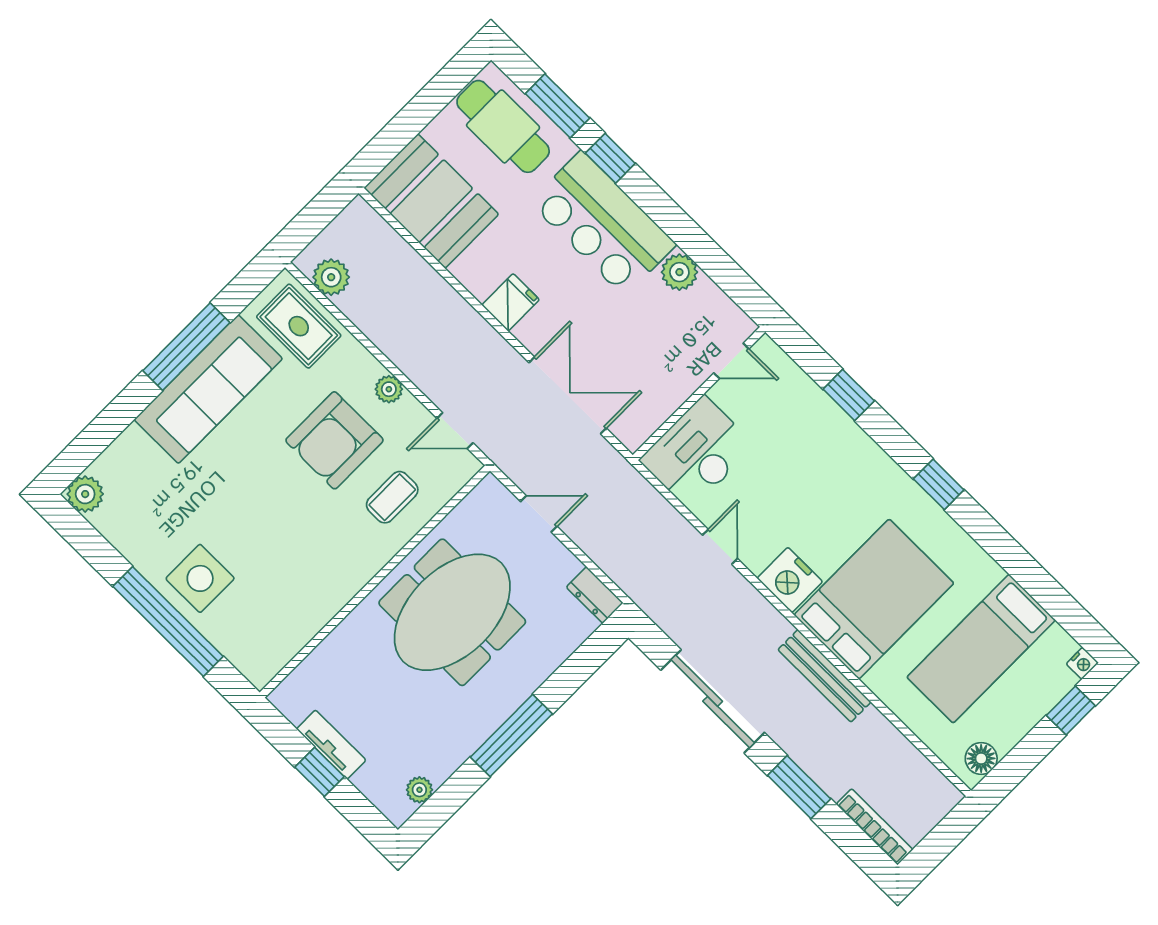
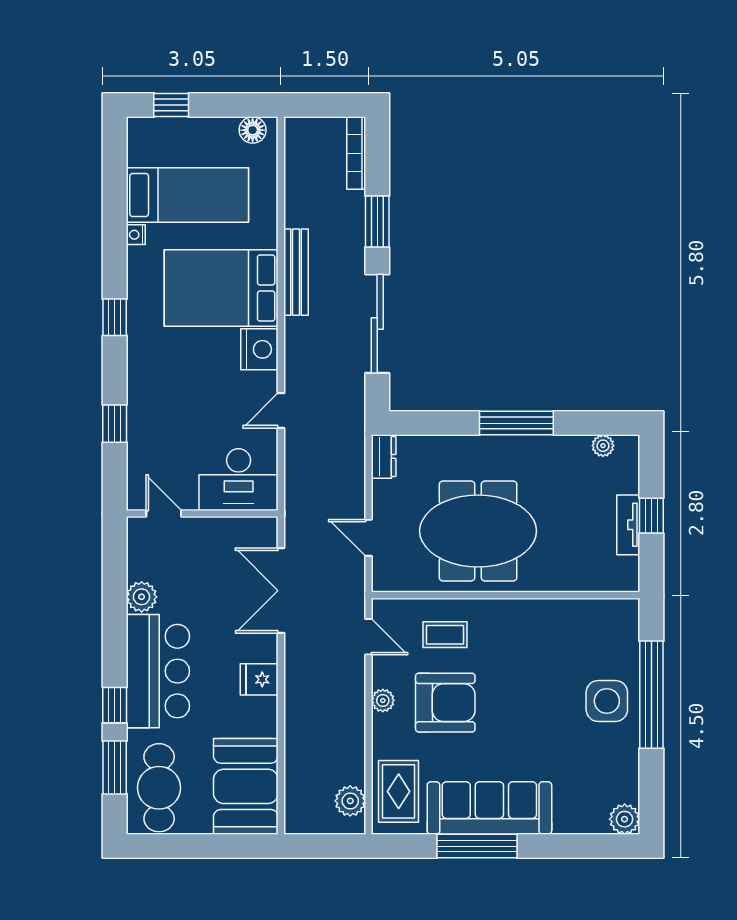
nightstand: (1082, 663) -> (136, 235), moved, turned -90

